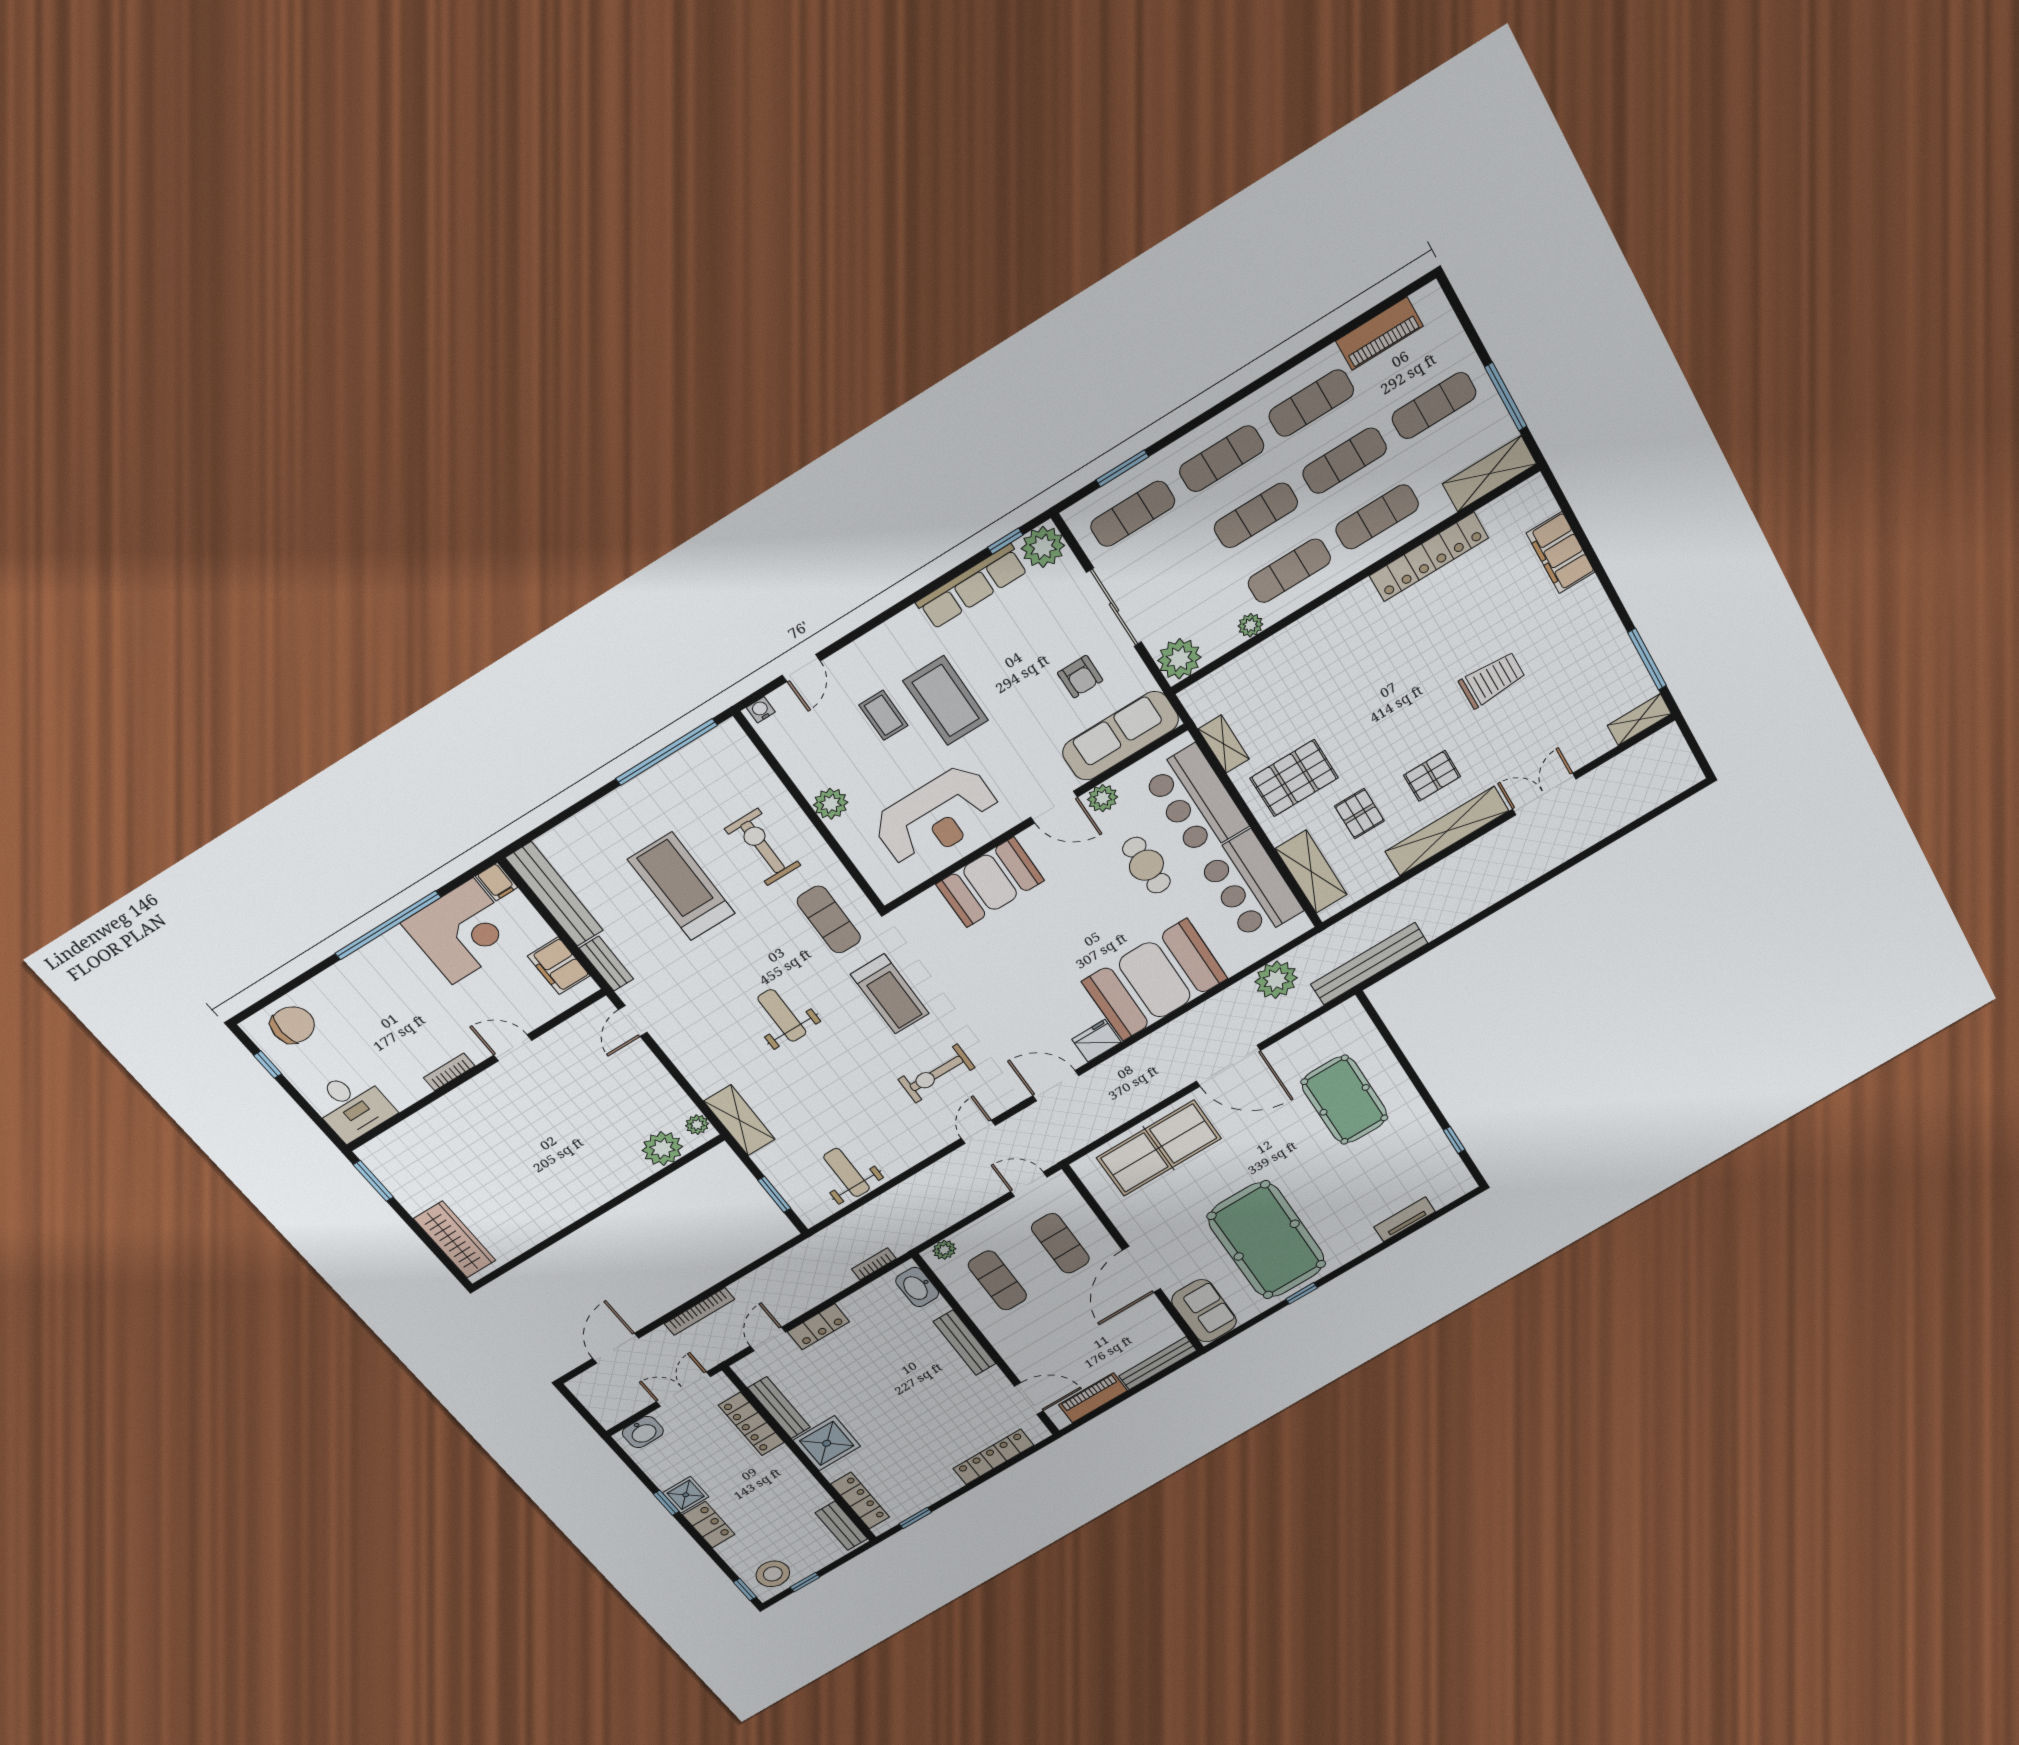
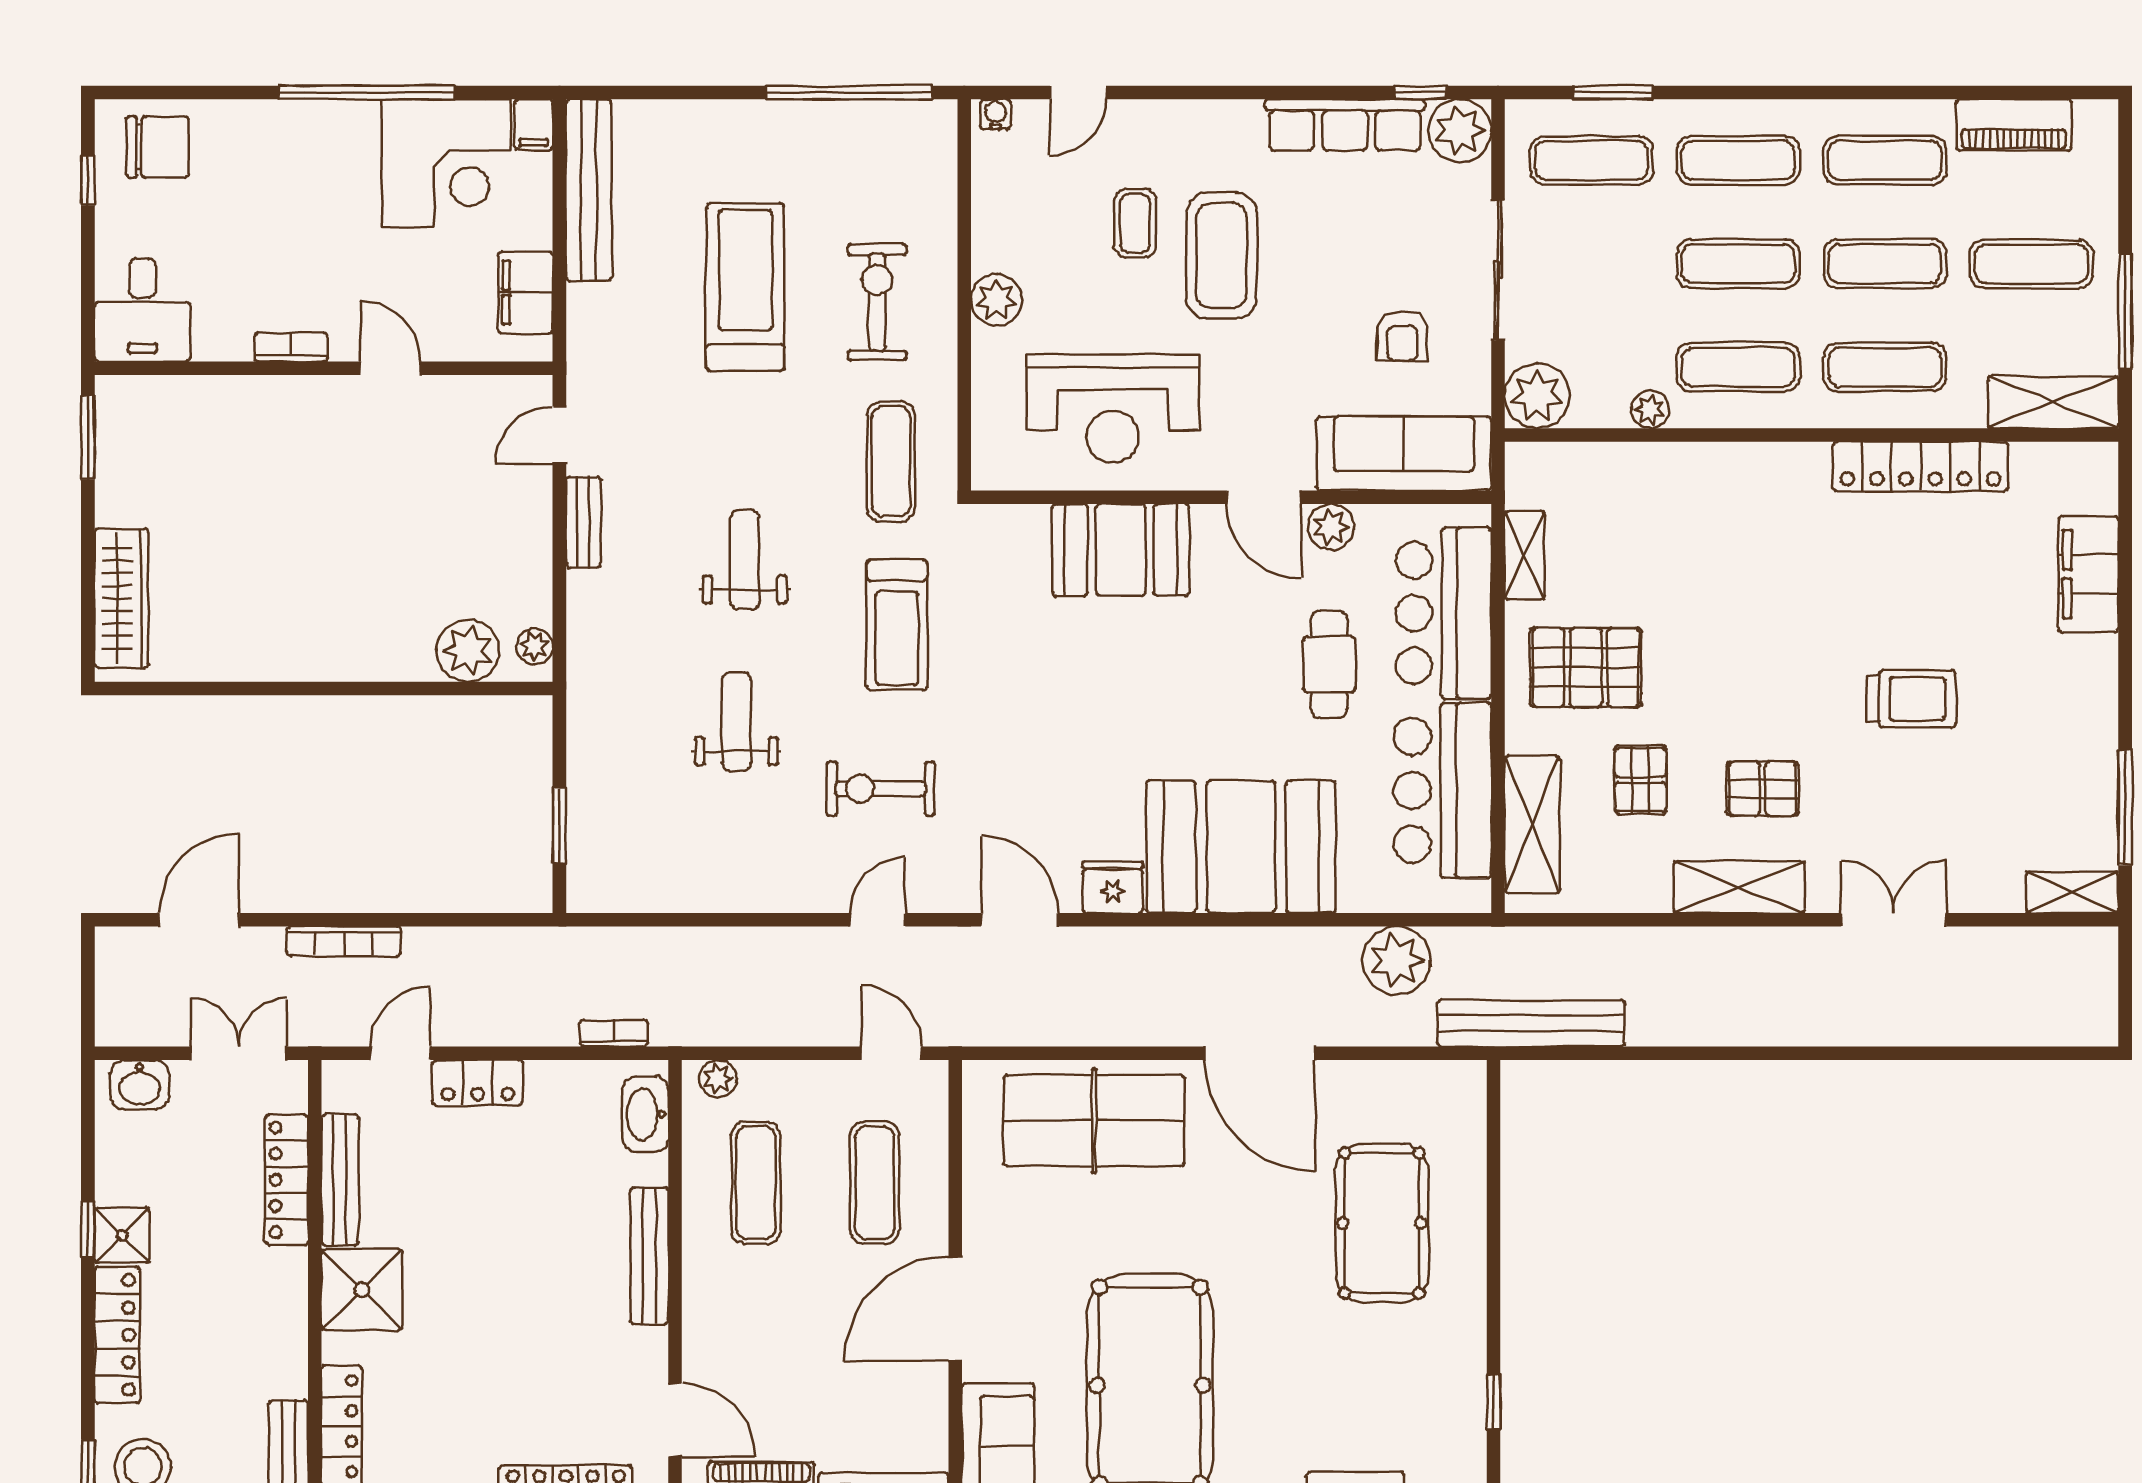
shelving: (1447, 831) -> (1739, 887), width x0.68
bench: (606, 964) -> (583, 522), moved
shelving: (740, 1120) -> (591, 678), removed
weight bench: (847, 1173) -> (736, 722), moved
locker: (709, 1525) -> (117, 1335), width x1.53

